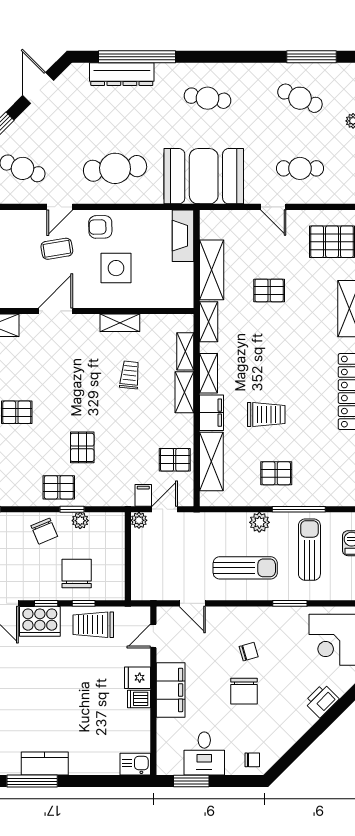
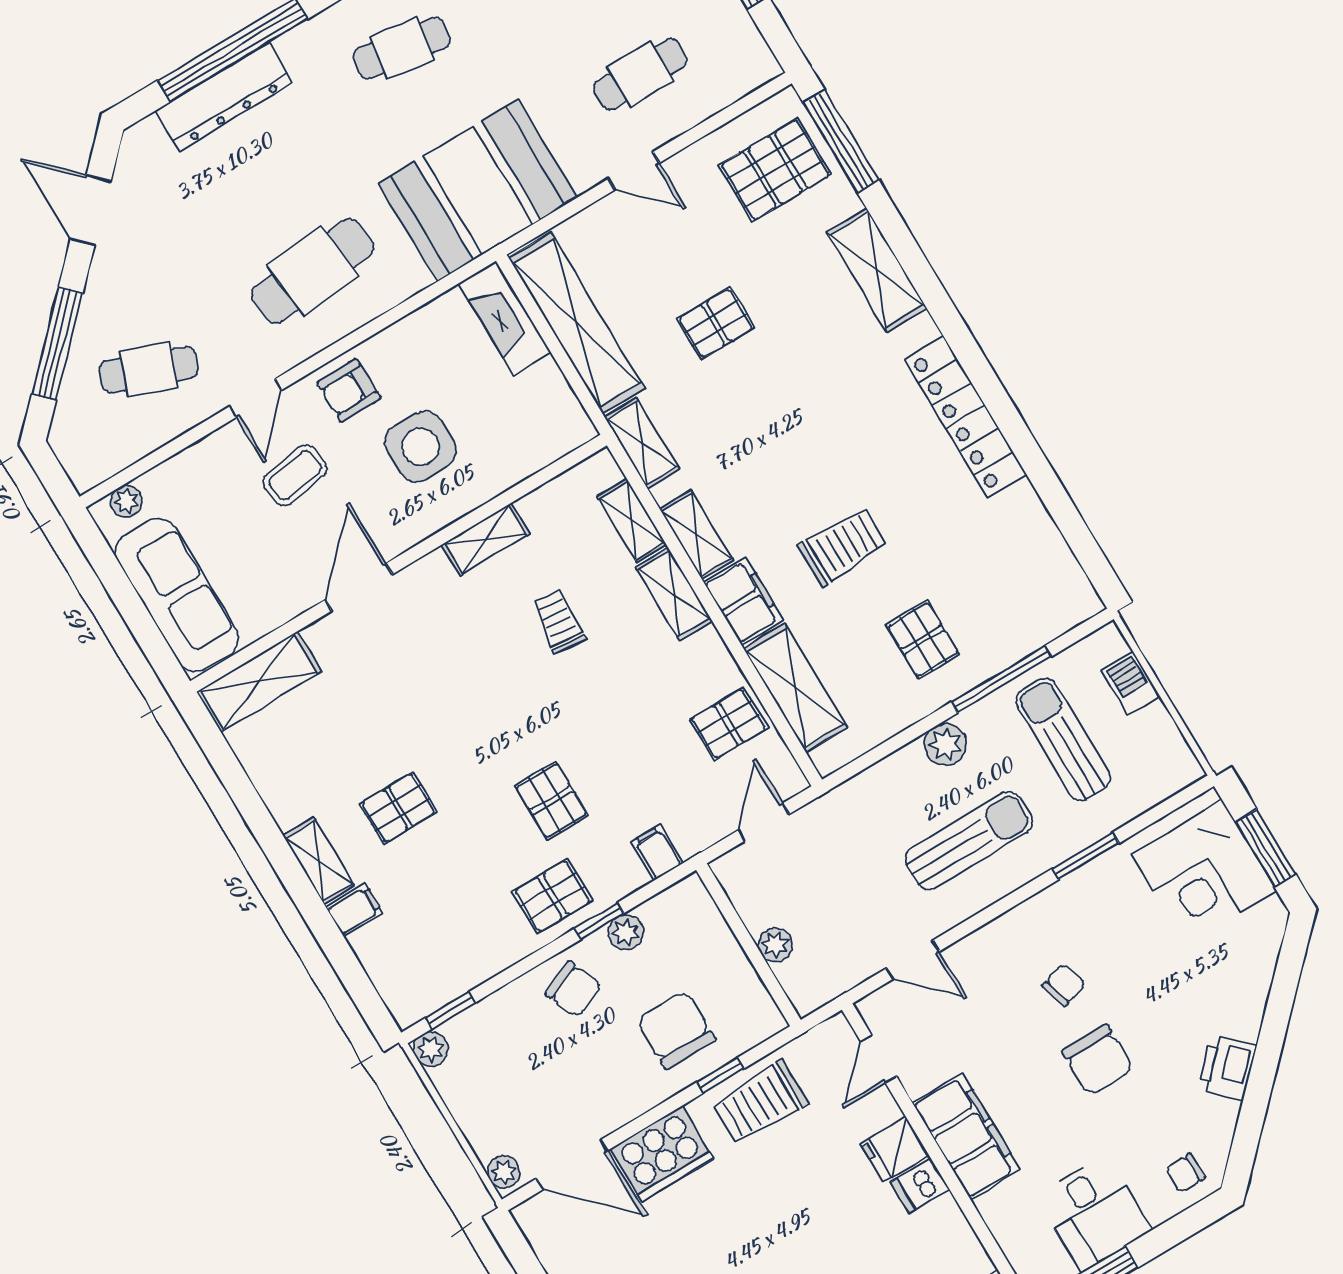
shelving: (212, 270) -> (577, 323), width x1.47
pallet: (276, 473) -> (923, 640), turned 90
filing cabinet: (143, 495) -> (657, 852), moved
plant: (139, 520) -> (775, 945), moved
window: (46, 603) -> (654, 1116), removed
printer: (322, 701) -> (1227, 1068), moved
chair: (252, 760) -> (1185, 1173), turned 180

